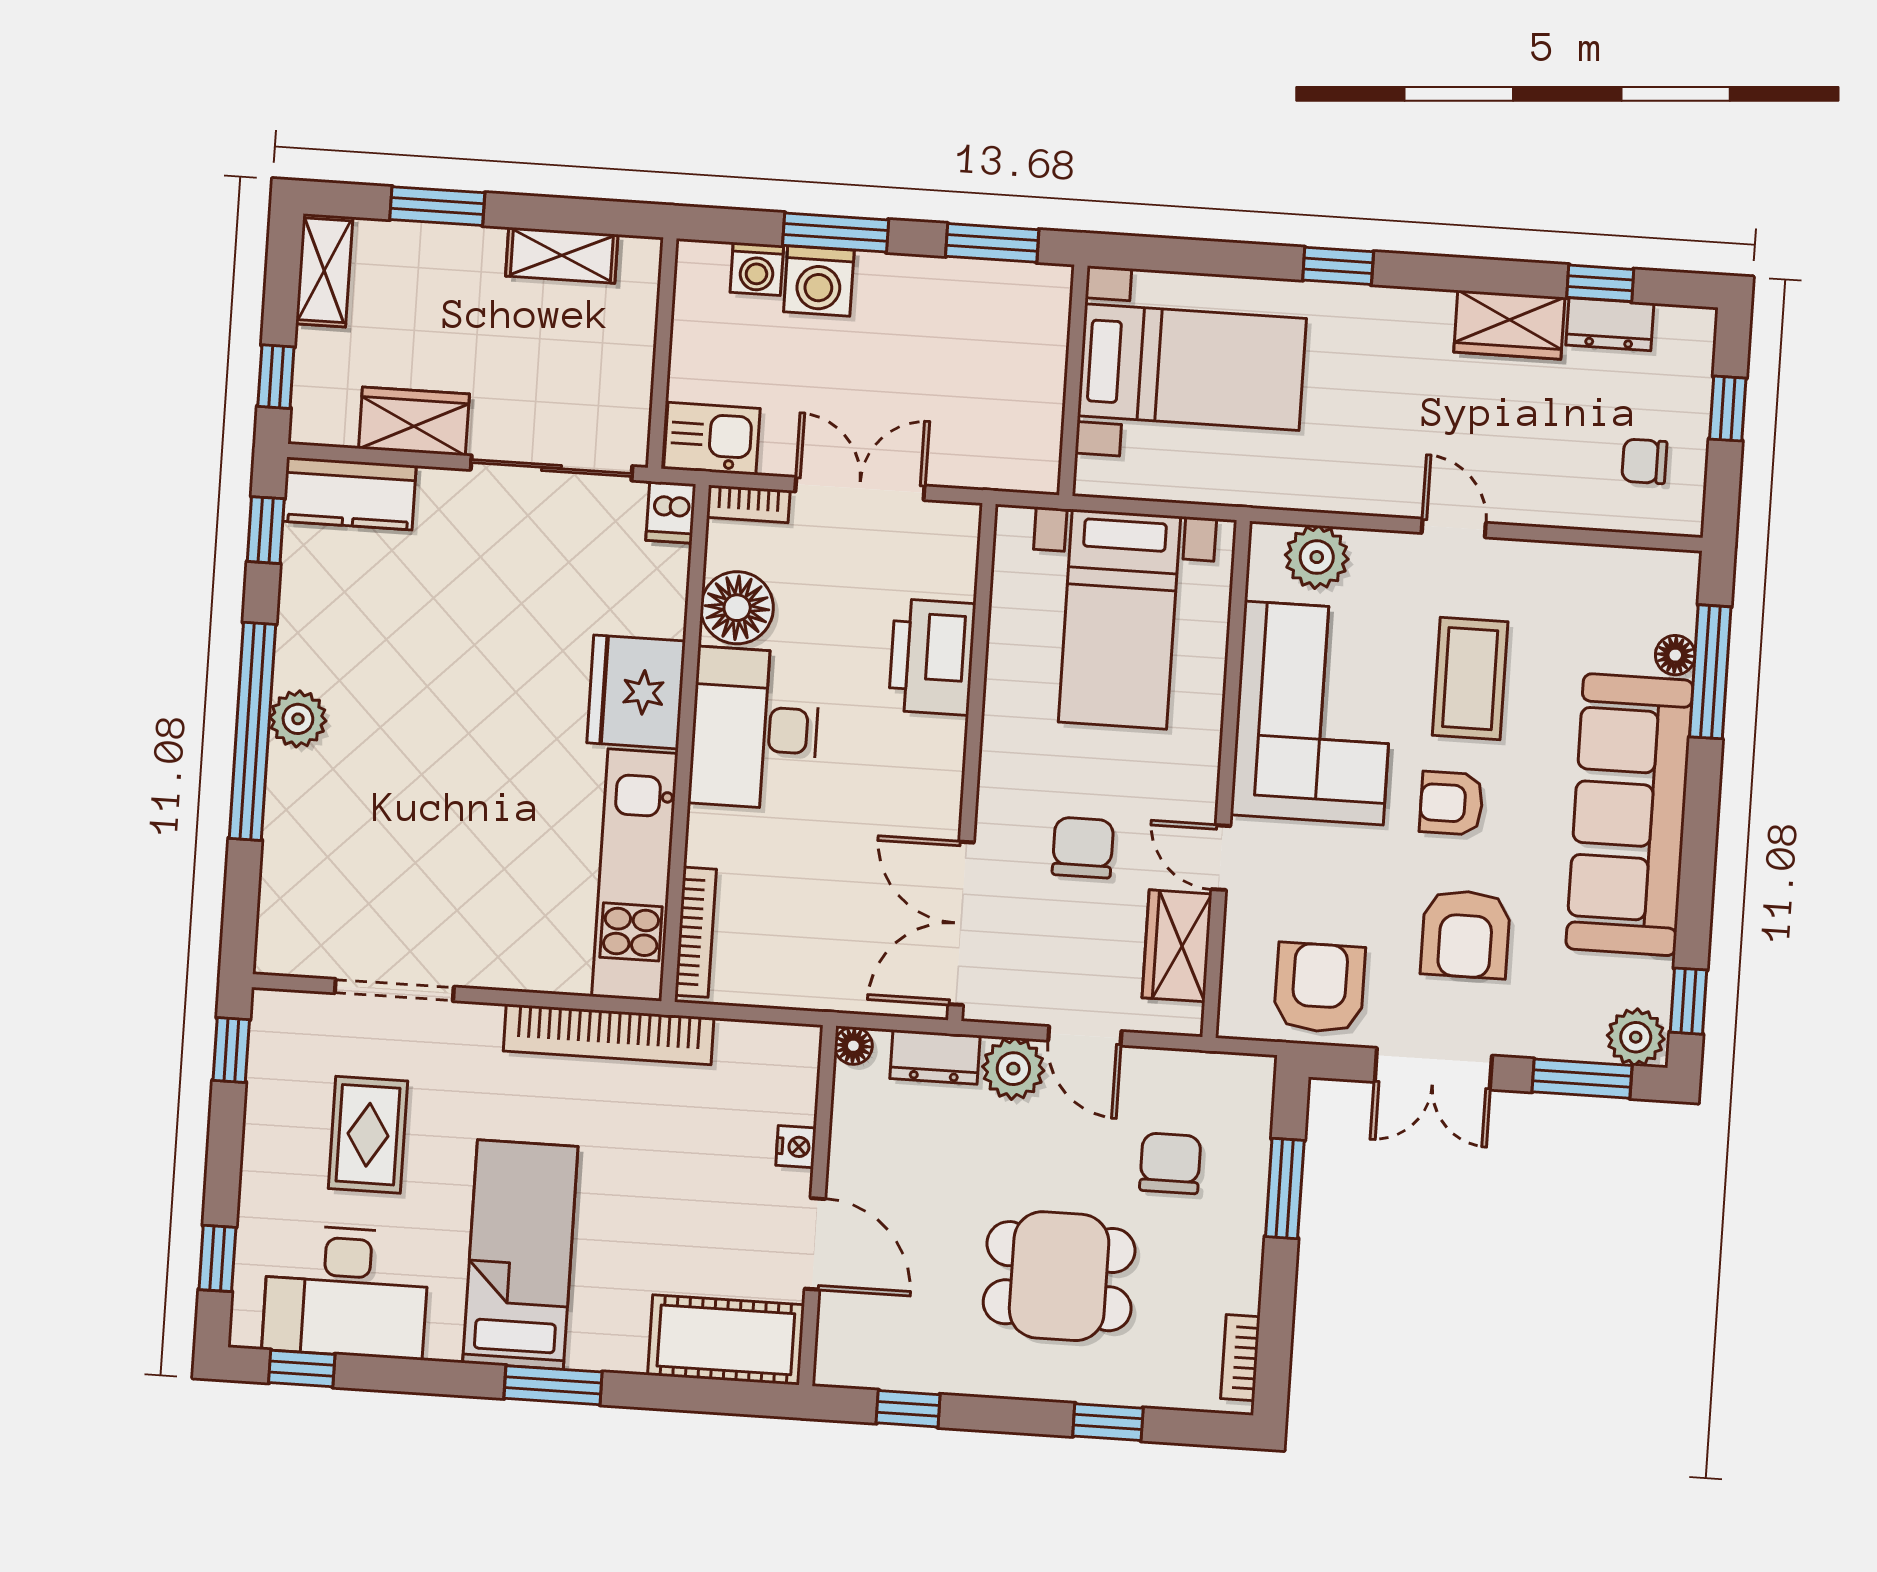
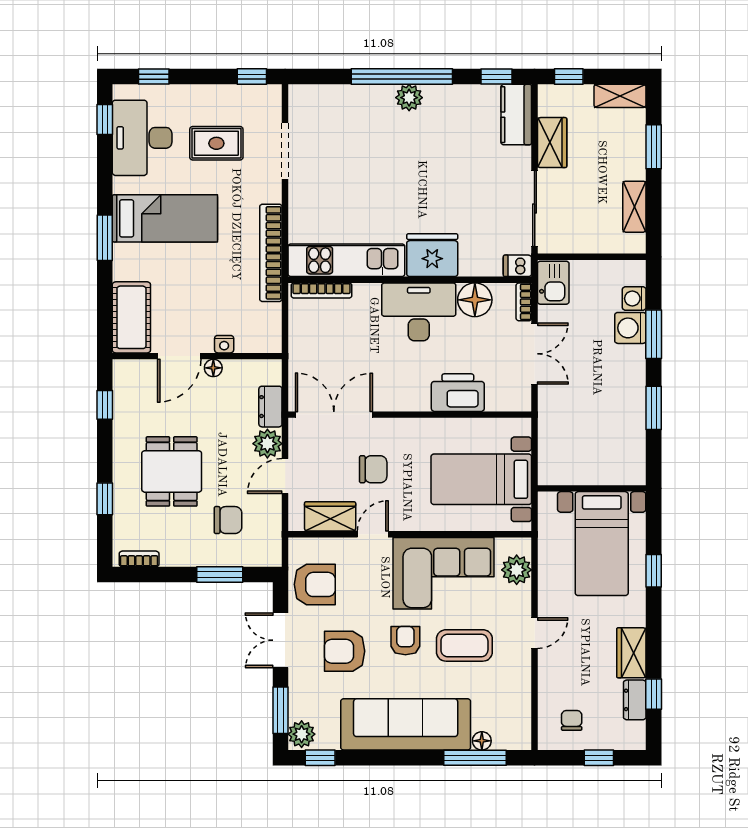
bed with nightstands: (1192, 367) -> (602, 544), moved
wall: (1073, 380) -> (592, 488), moved
floor lamp: (853, 1046) -> (213, 368), moved

